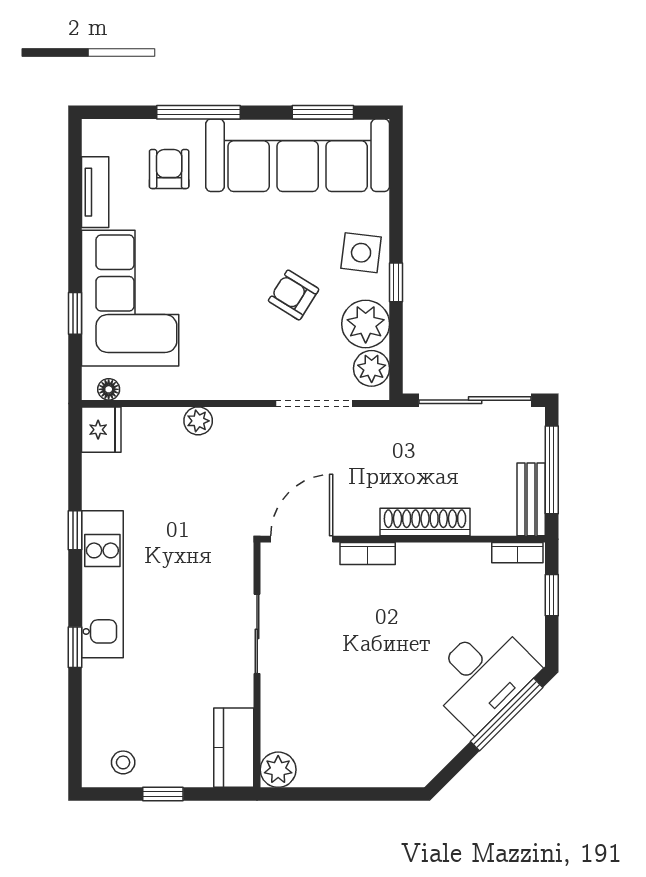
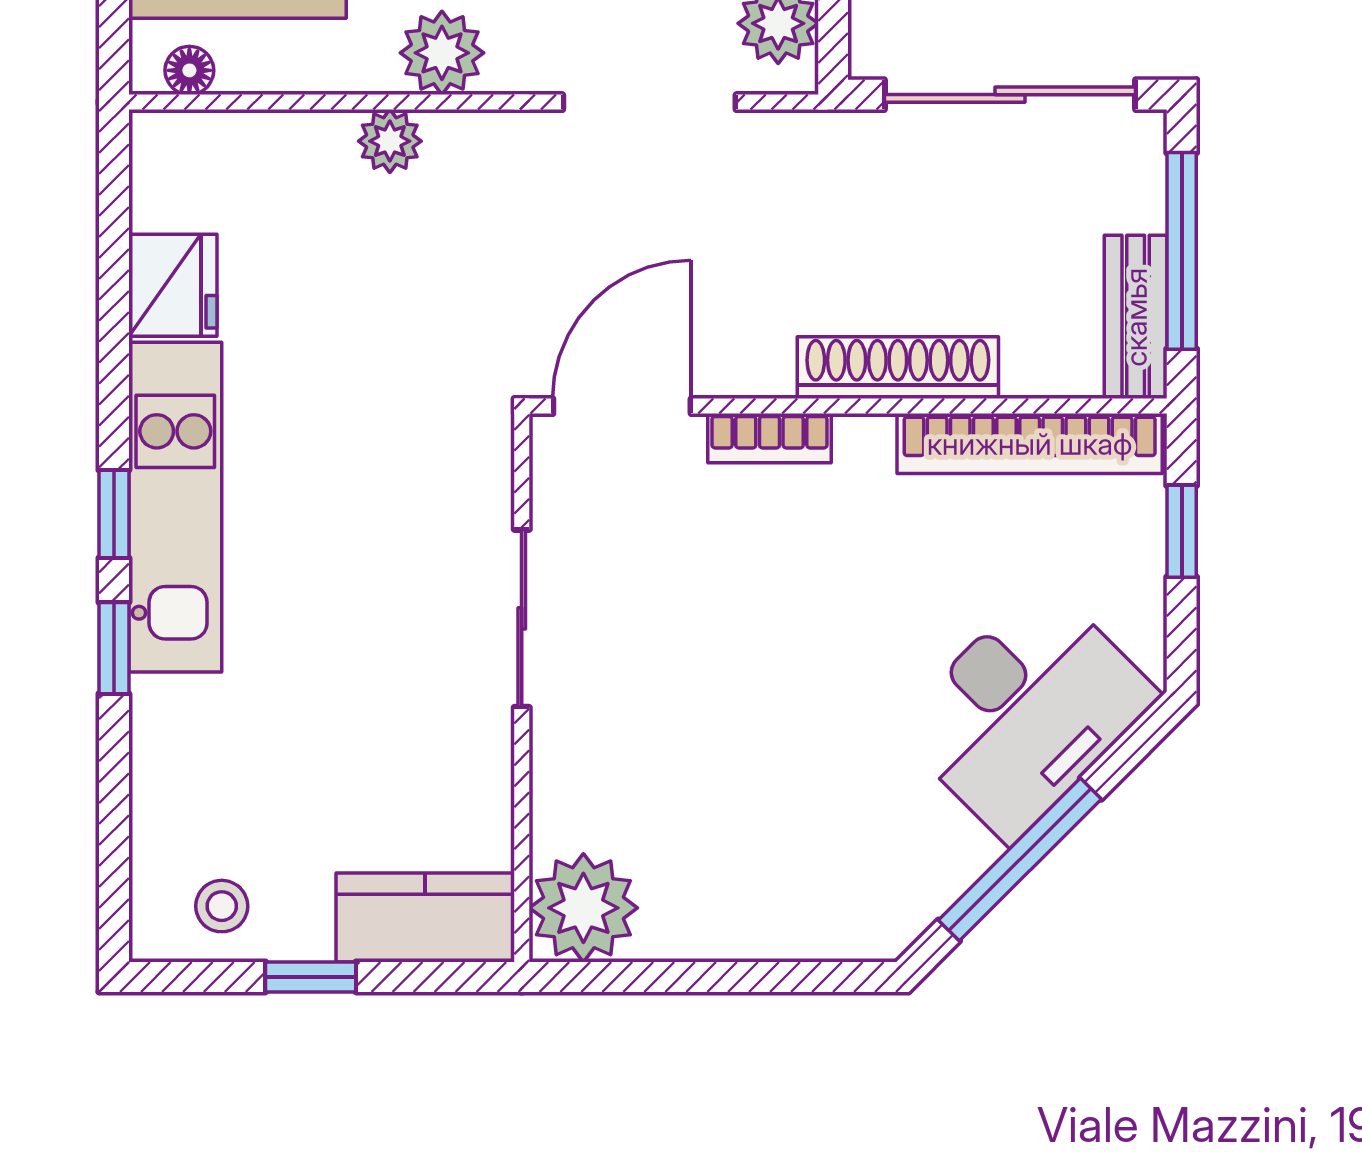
plant: (221, 381) -> (442, 53), added
fridge: (101, 430) -> (173, 285), moved
window: (75, 530) -> (114, 514), moved
bookcase: (517, 553) -> (1030, 444), width x2.31, depth x1.31
window: (507, 714) -> (1020, 860), moved
kitchen counter: (234, 748) -> (425, 918), moved, turned 90
plant: (278, 770) -> (583, 908), width x1.36, depth x1.36

